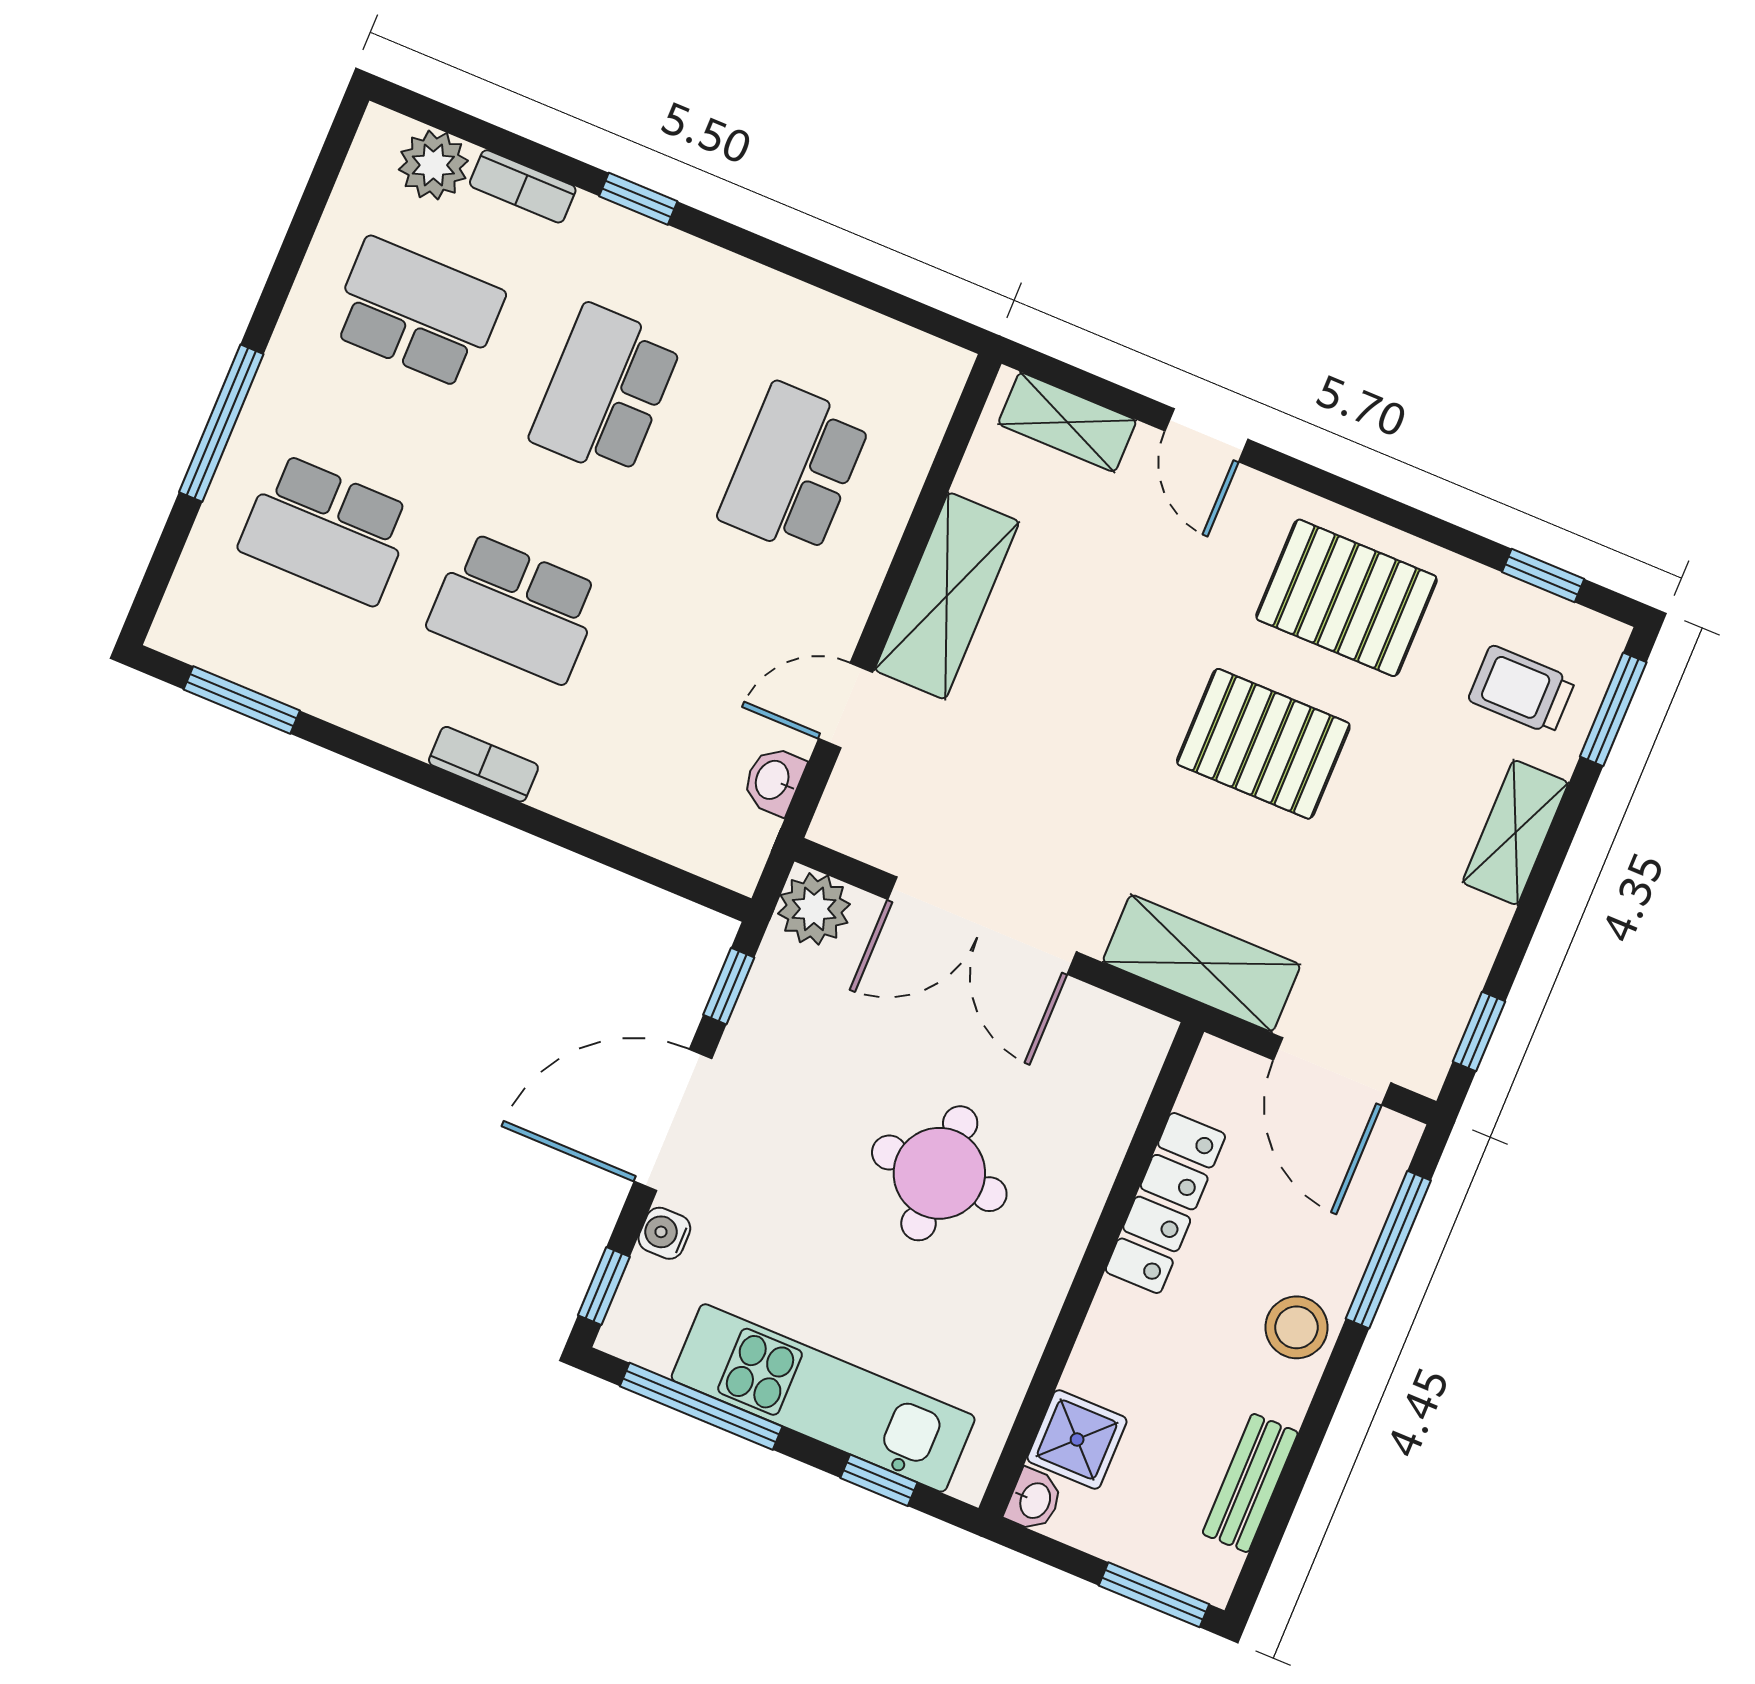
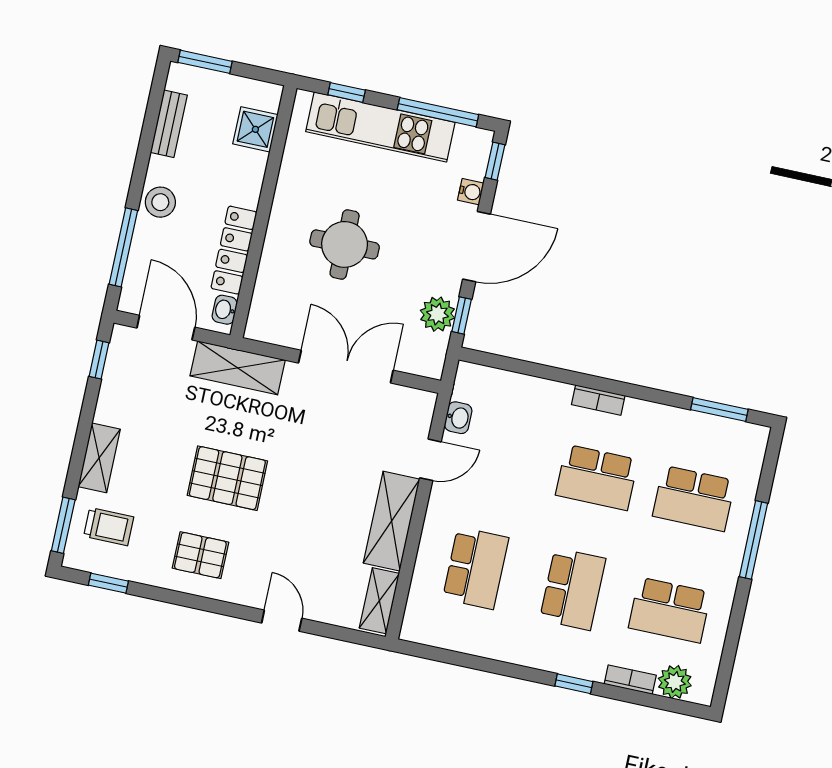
shelving: (1067, 422) -> (379, 601), moved, turned 90
school desk: (327, 530) -> (694, 498), turned 180
pallet: (1346, 598) -> (200, 555), width x0.67, depth x0.71
school desk: (515, 608) -> (597, 477), turned 180
plant: (814, 909) -> (437, 314), moved
washbasin: (1034, 1500) -> (225, 310), moved

